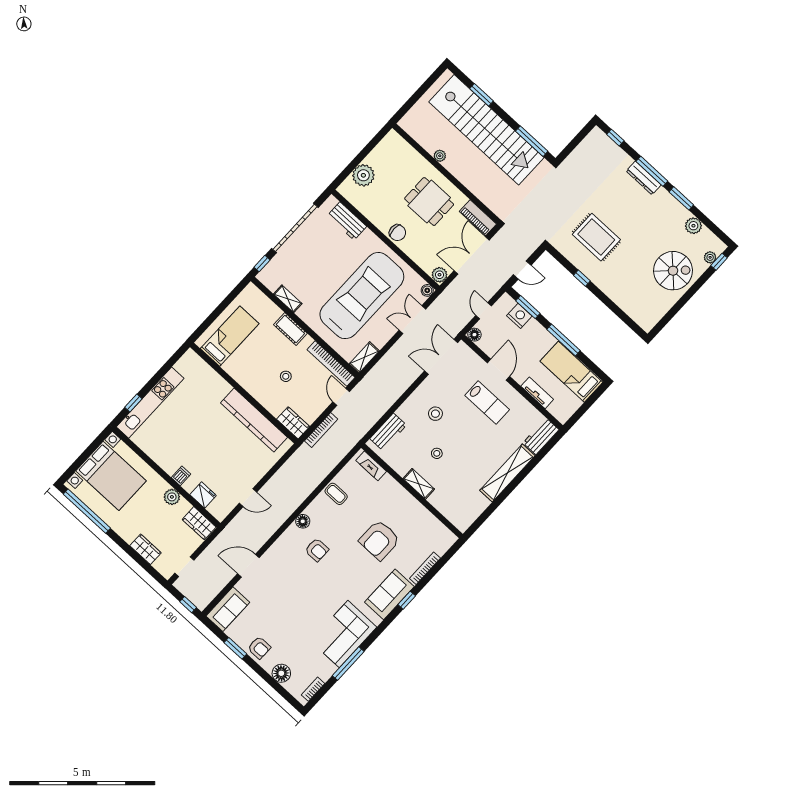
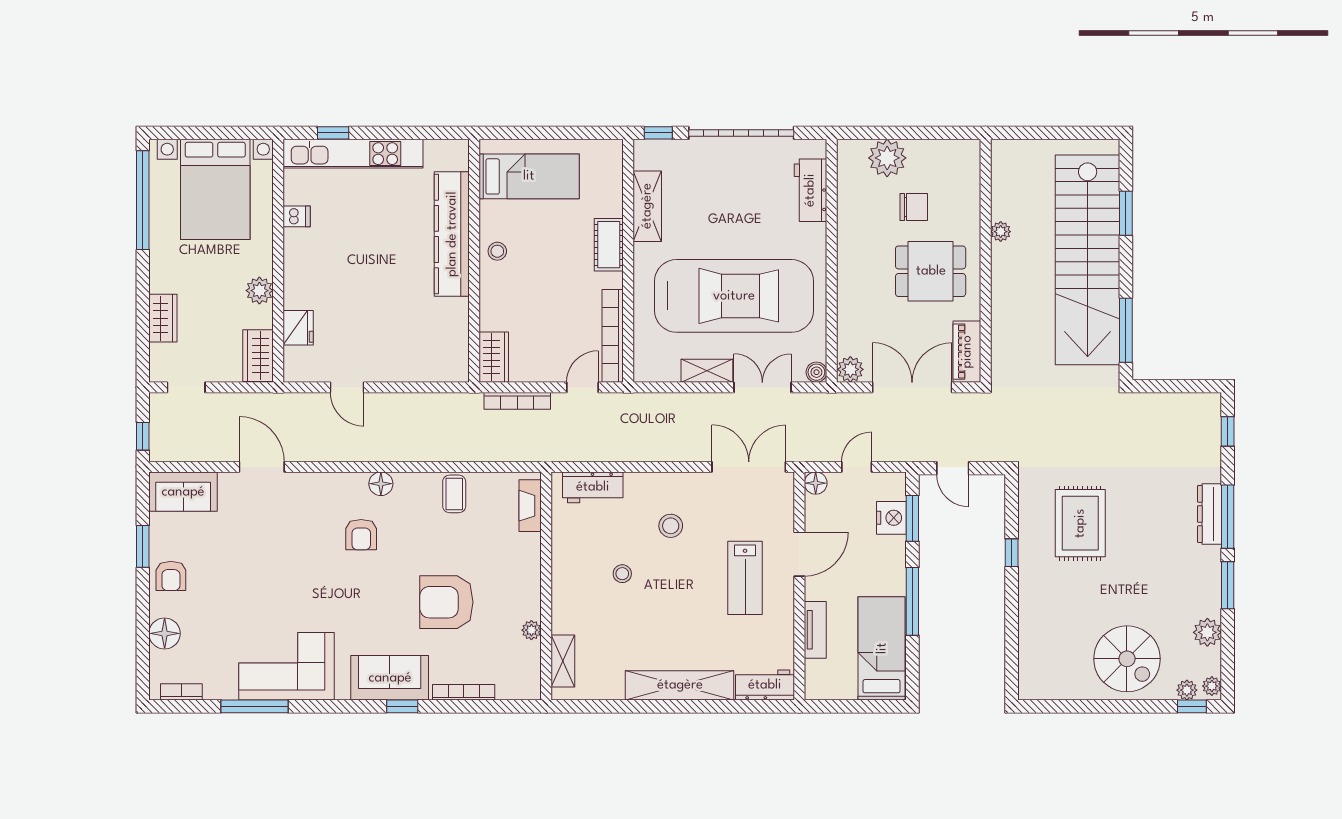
dining table: (429, 202) -> (931, 271), turned 90
chair: (397, 233) -> (914, 207), moved, turned -90
plant: (718, 245) -> (1212, 686), added
shelving: (288, 299) -> (647, 206), width x1.50, depth x1.33
shelving: (364, 357) -> (707, 371), moved
stool: (286, 376) -> (497, 251), moved
kitchen counter: (254, 420) -> (452, 234), moved
dishwasher: (181, 476) -> (297, 216), moved
shelving: (419, 484) -> (563, 661), moved
plant: (425, 515) -> (531, 630), added

